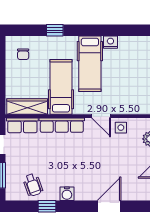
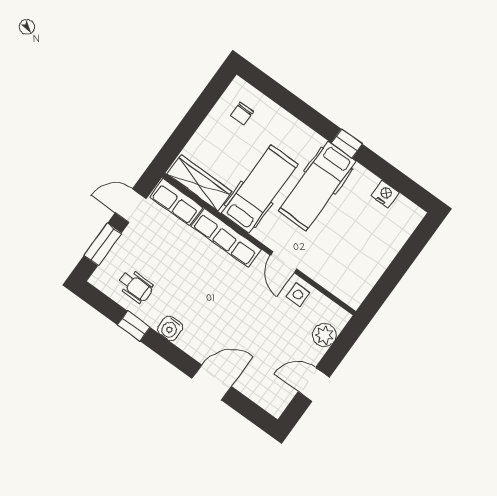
window: (55, 30) -> (347, 143), moved
nightstand: (110, 42) -> (385, 194), moved
wheelchair: (33, 185) -> (135, 286), turned -70

